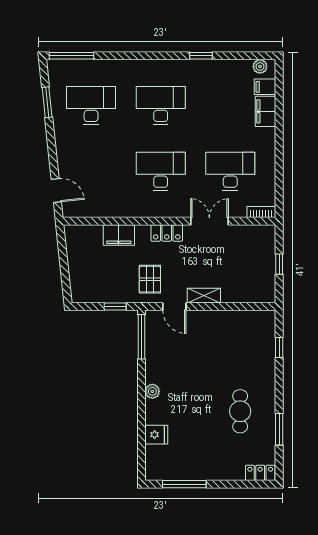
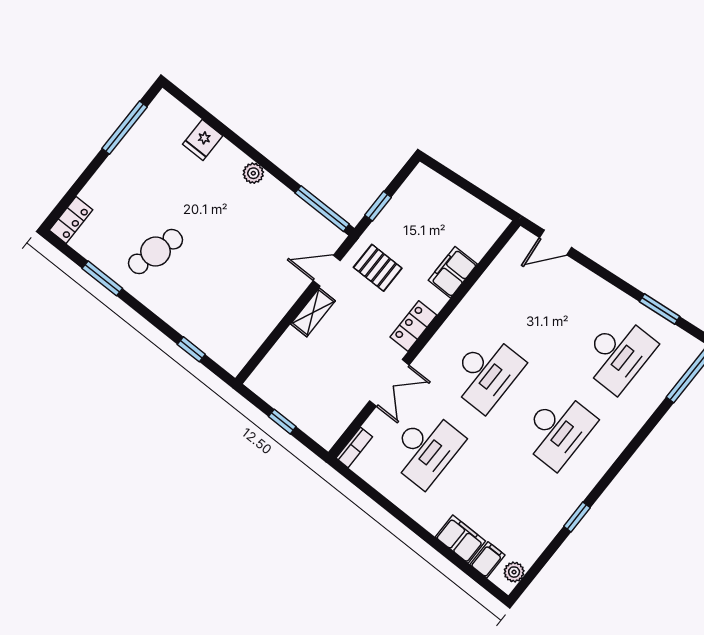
cafe table: (240, 411) -> (156, 252), turned -74

